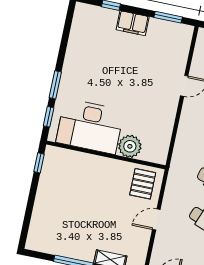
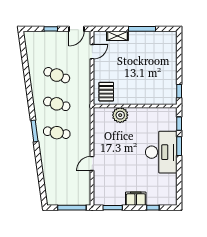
desk: (90, 126) -> (161, 152), moved, turned 90
door: (156, 220) -> (92, 52), moved

